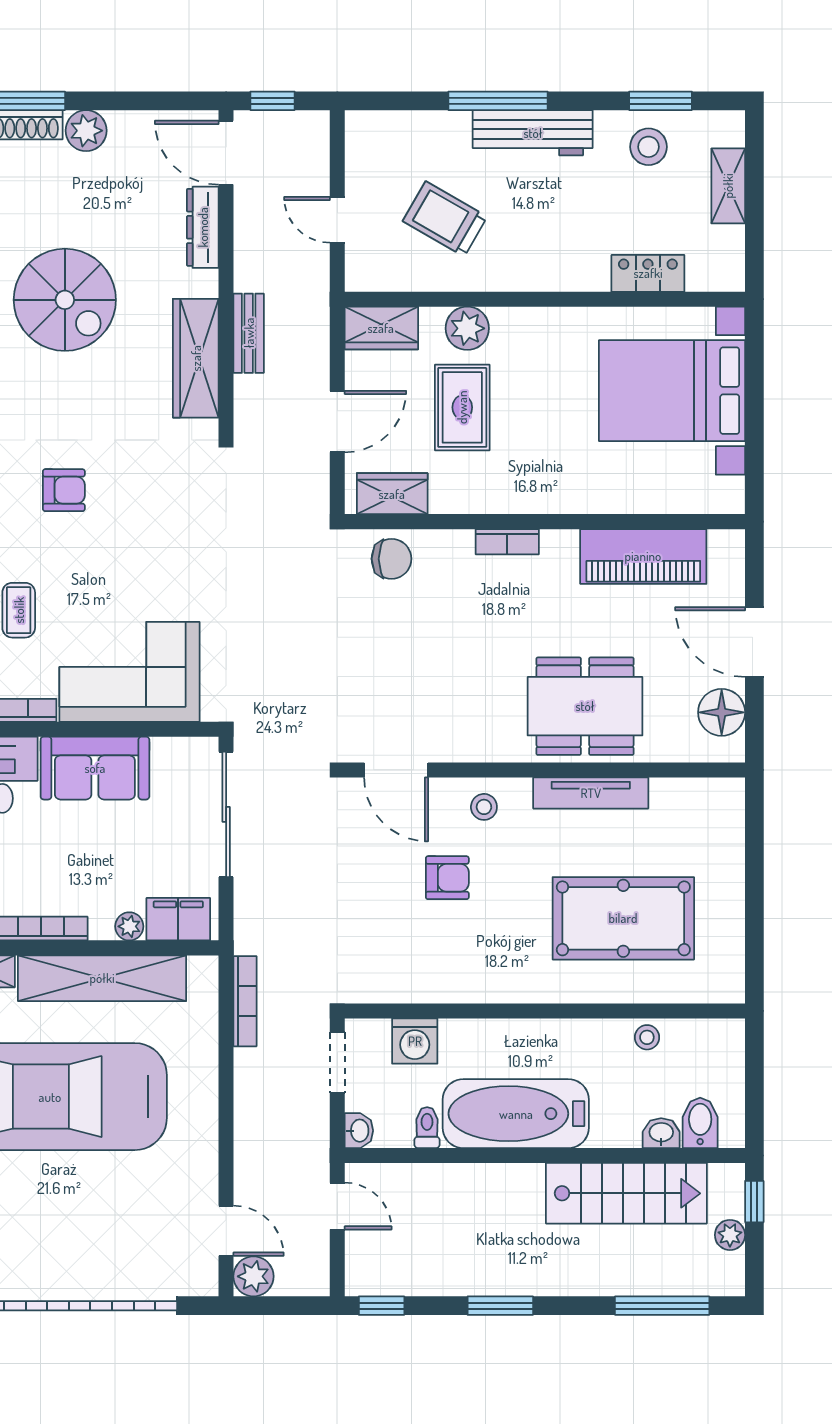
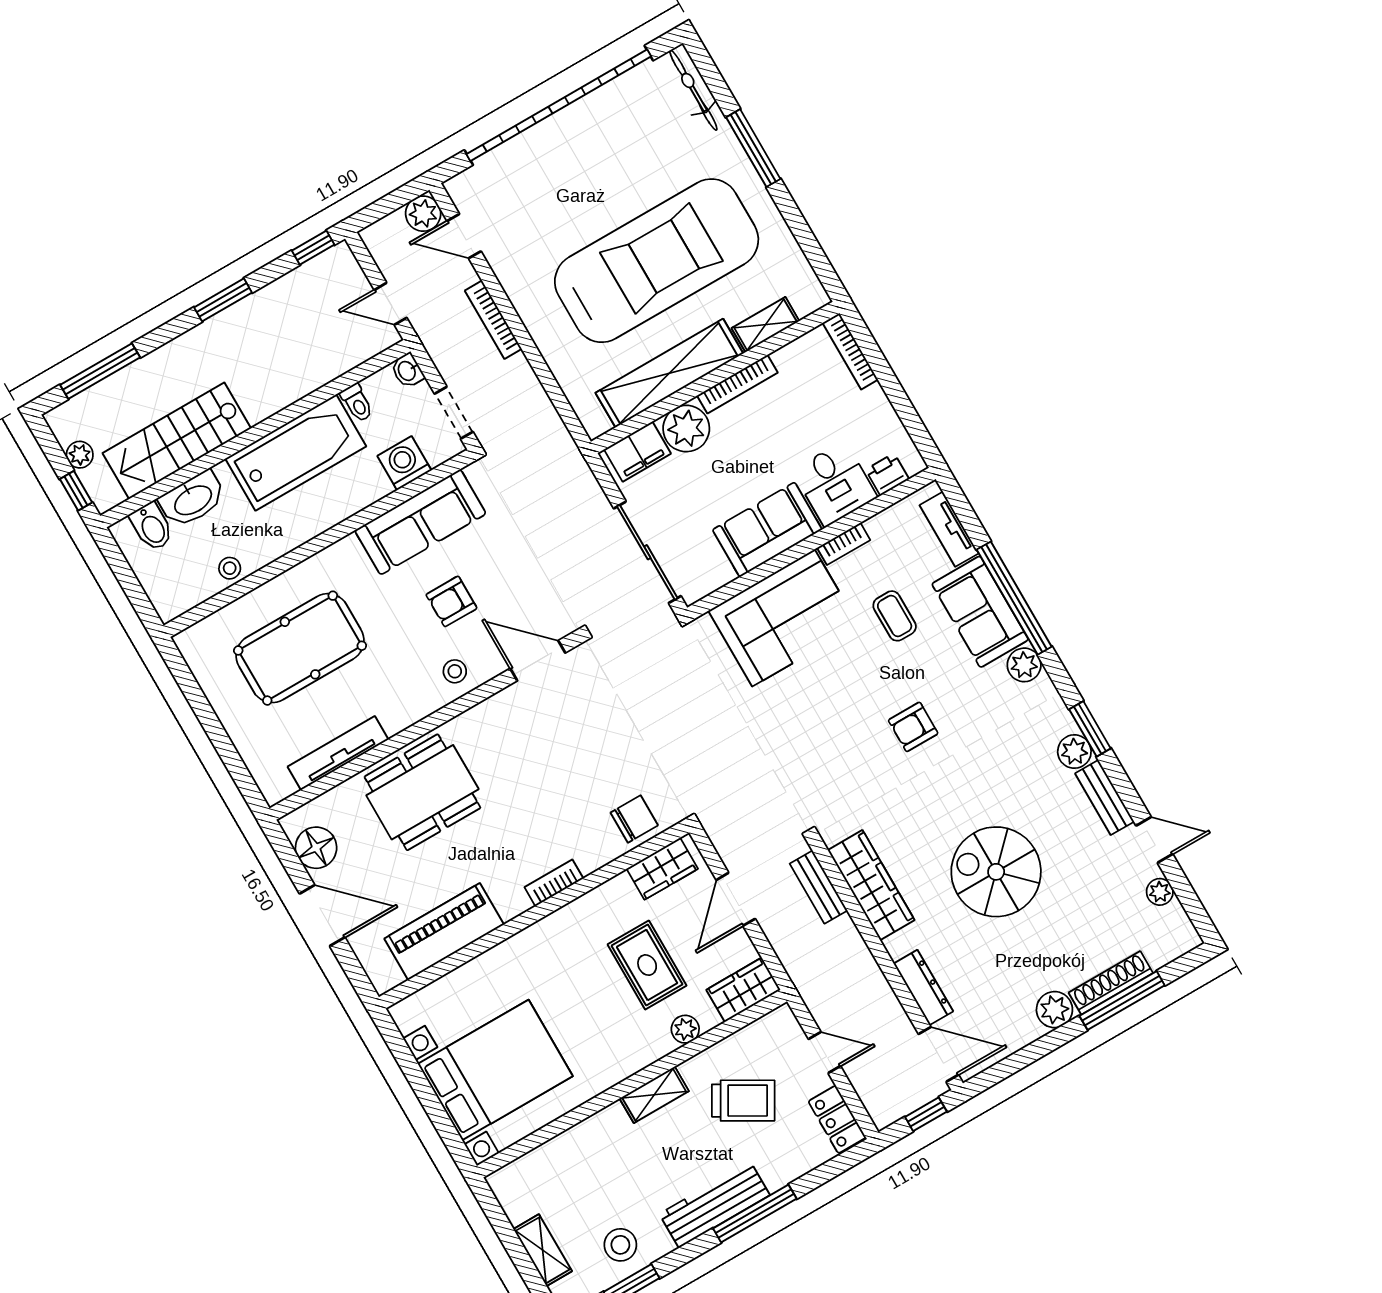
locker: (648, 273) -> (837, 1119), moved, turned 90
shelving: (529, 275) -> (654, 1095), added
plant: (467, 328) -> (685, 1029), width x0.73, depth x0.73
bench: (249, 333) -> (819, 887), moved
chair: (391, 559) -> (634, 819), turned 180
tv unit: (591, 793) -> (338, 753), moved
plant: (129, 926) -> (686, 429), width x1.88, depth x1.88
sofa: (433, 974) -> (420, 522), added
bookcase: (245, 1001) -> (493, 320), moved
washbasin: (661, 1133) -> (192, 499), width x1.91, depth x1.45

